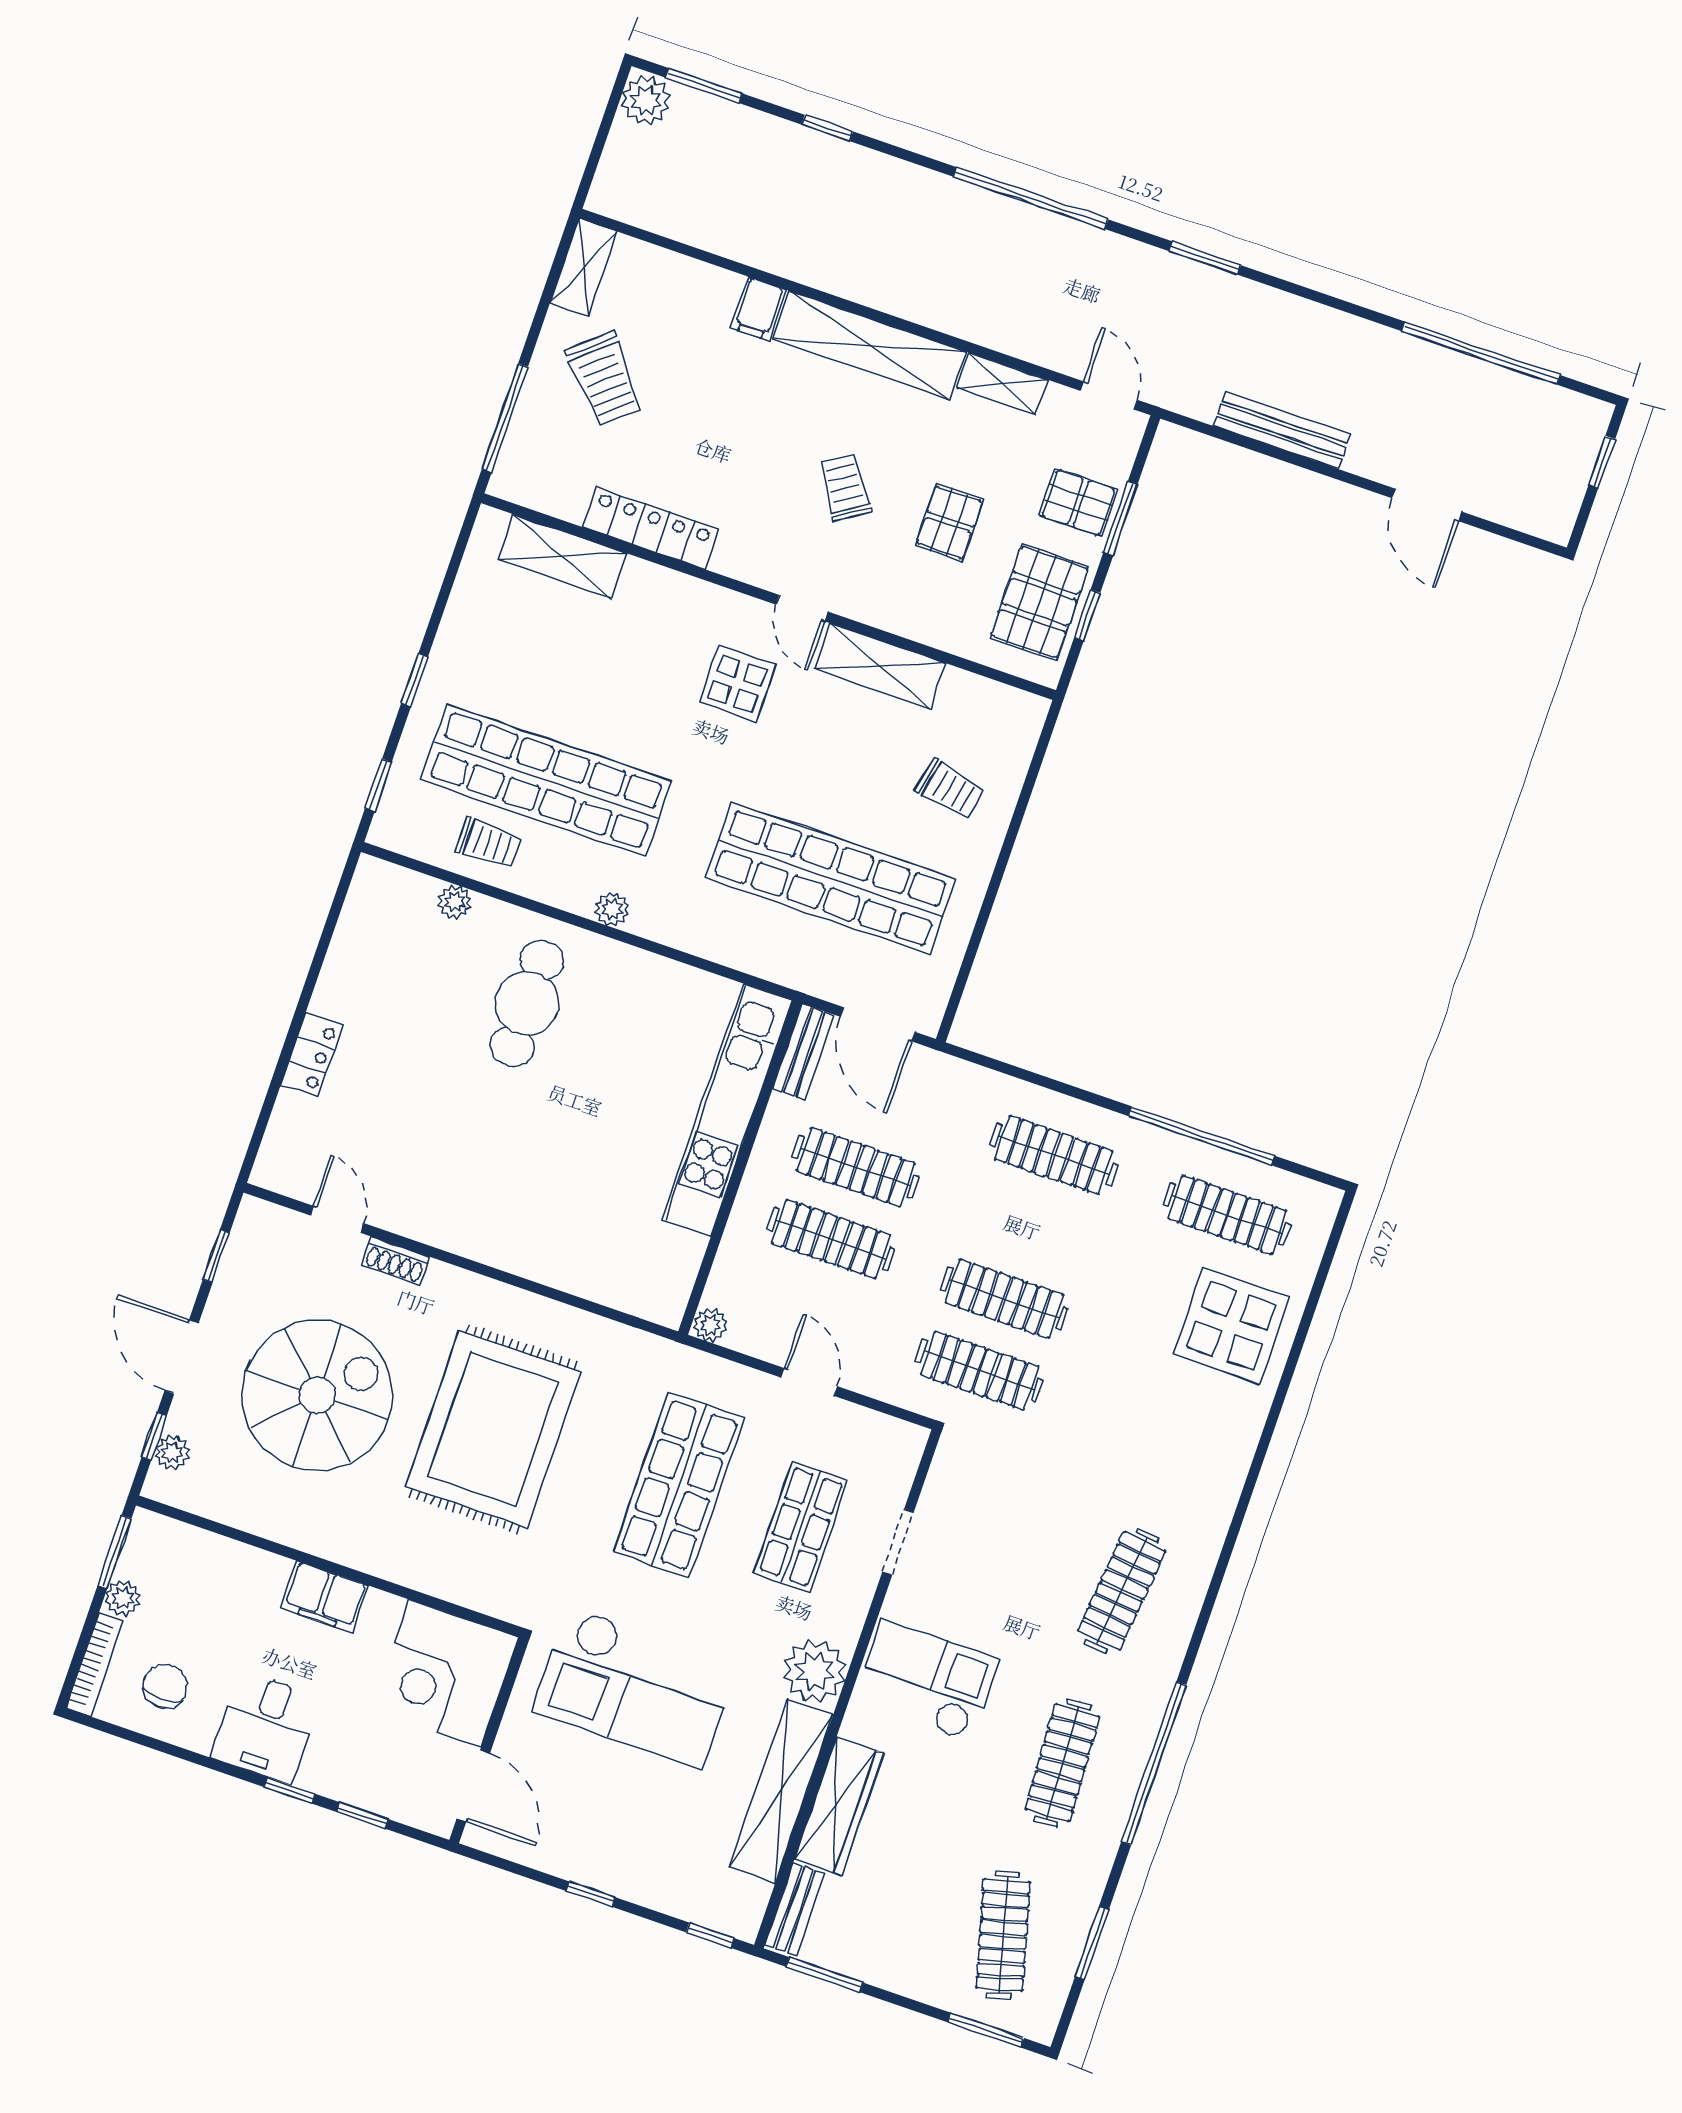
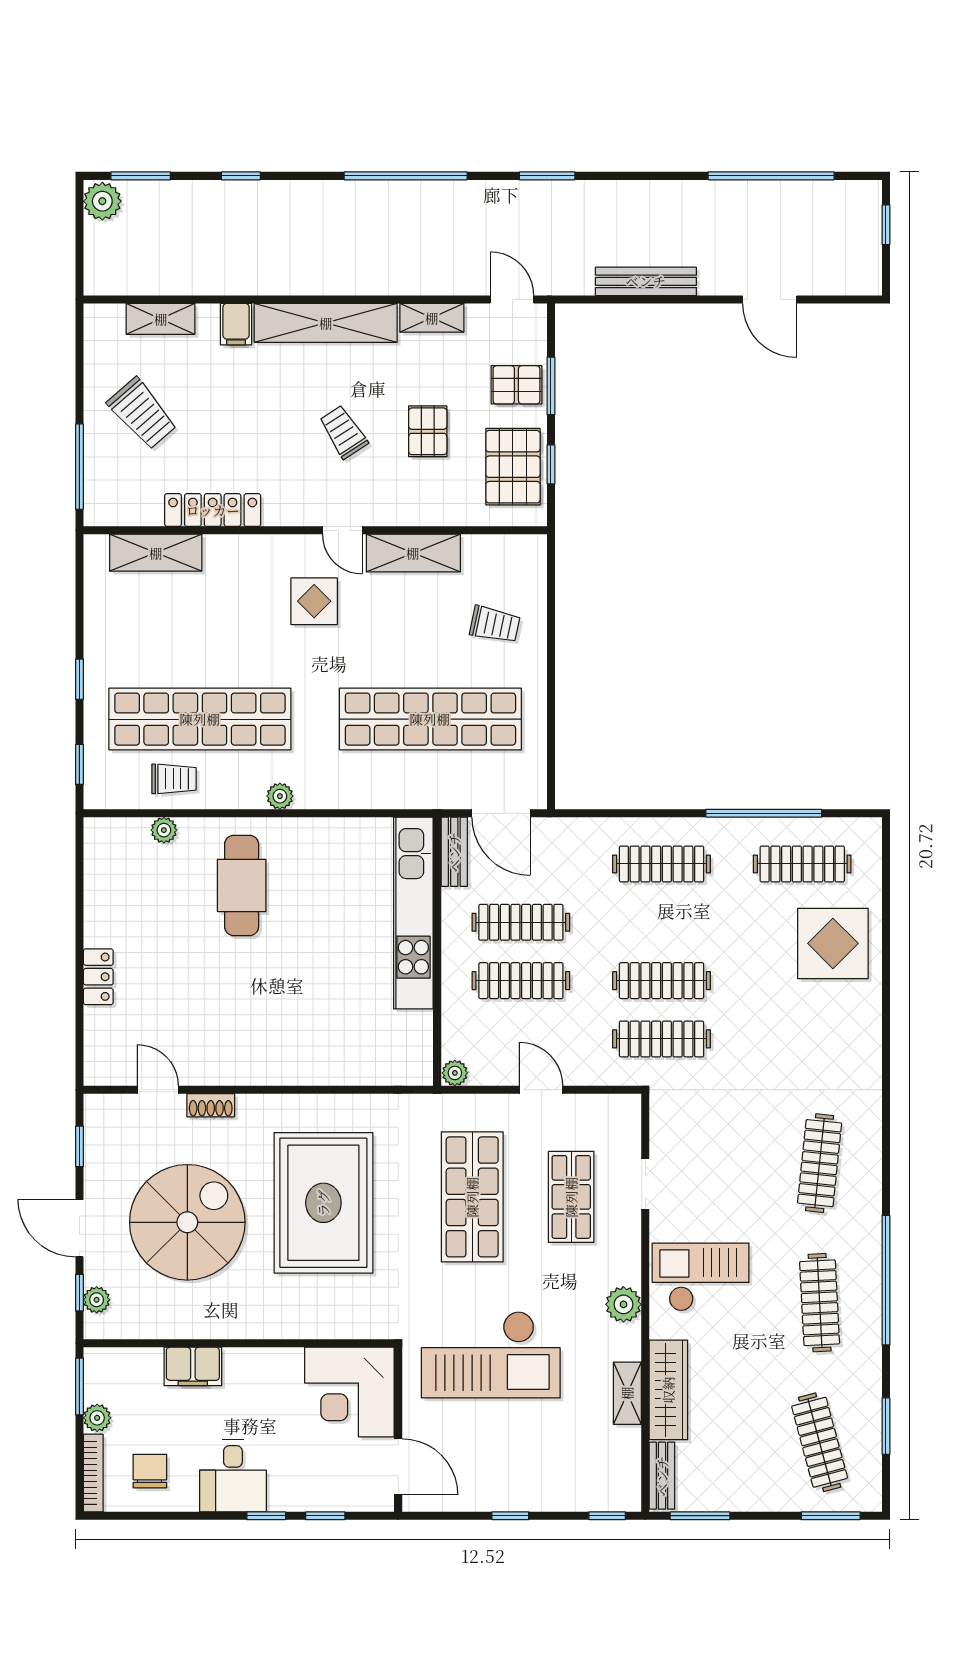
shelving: (583, 267) -> (161, 319), moved, turned 90
filing cabinet: (325, 1597) -> (193, 1366), moved
plant: (815, 1671) -> (623, 1304), width x0.73, depth x0.73
shelving: (781, 1791) -> (627, 1393), width x0.45, depth x0.75

